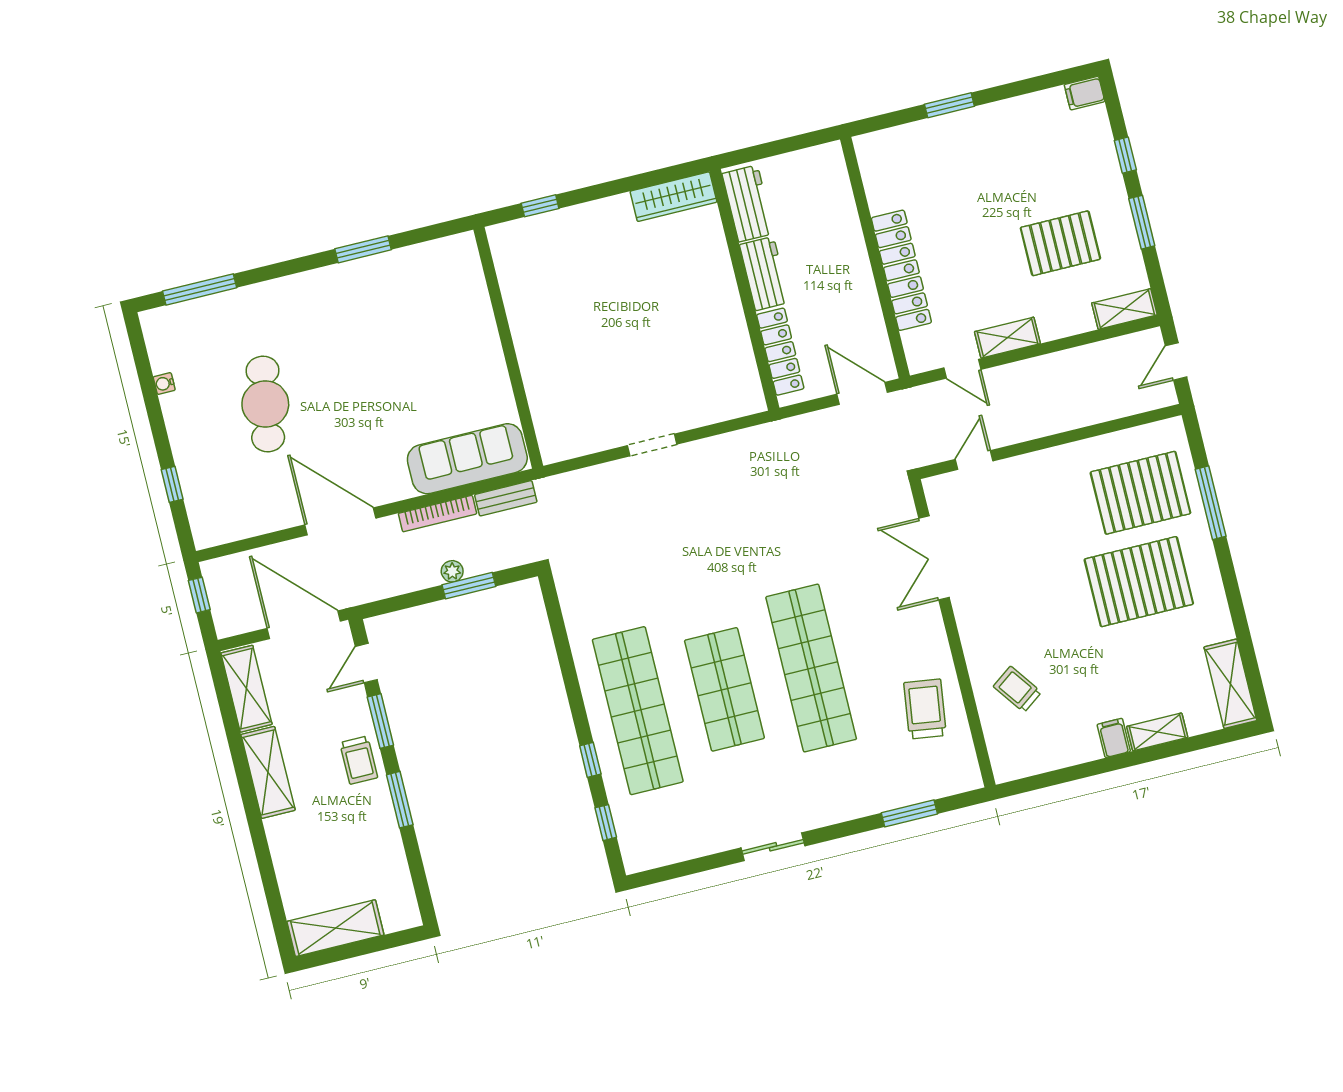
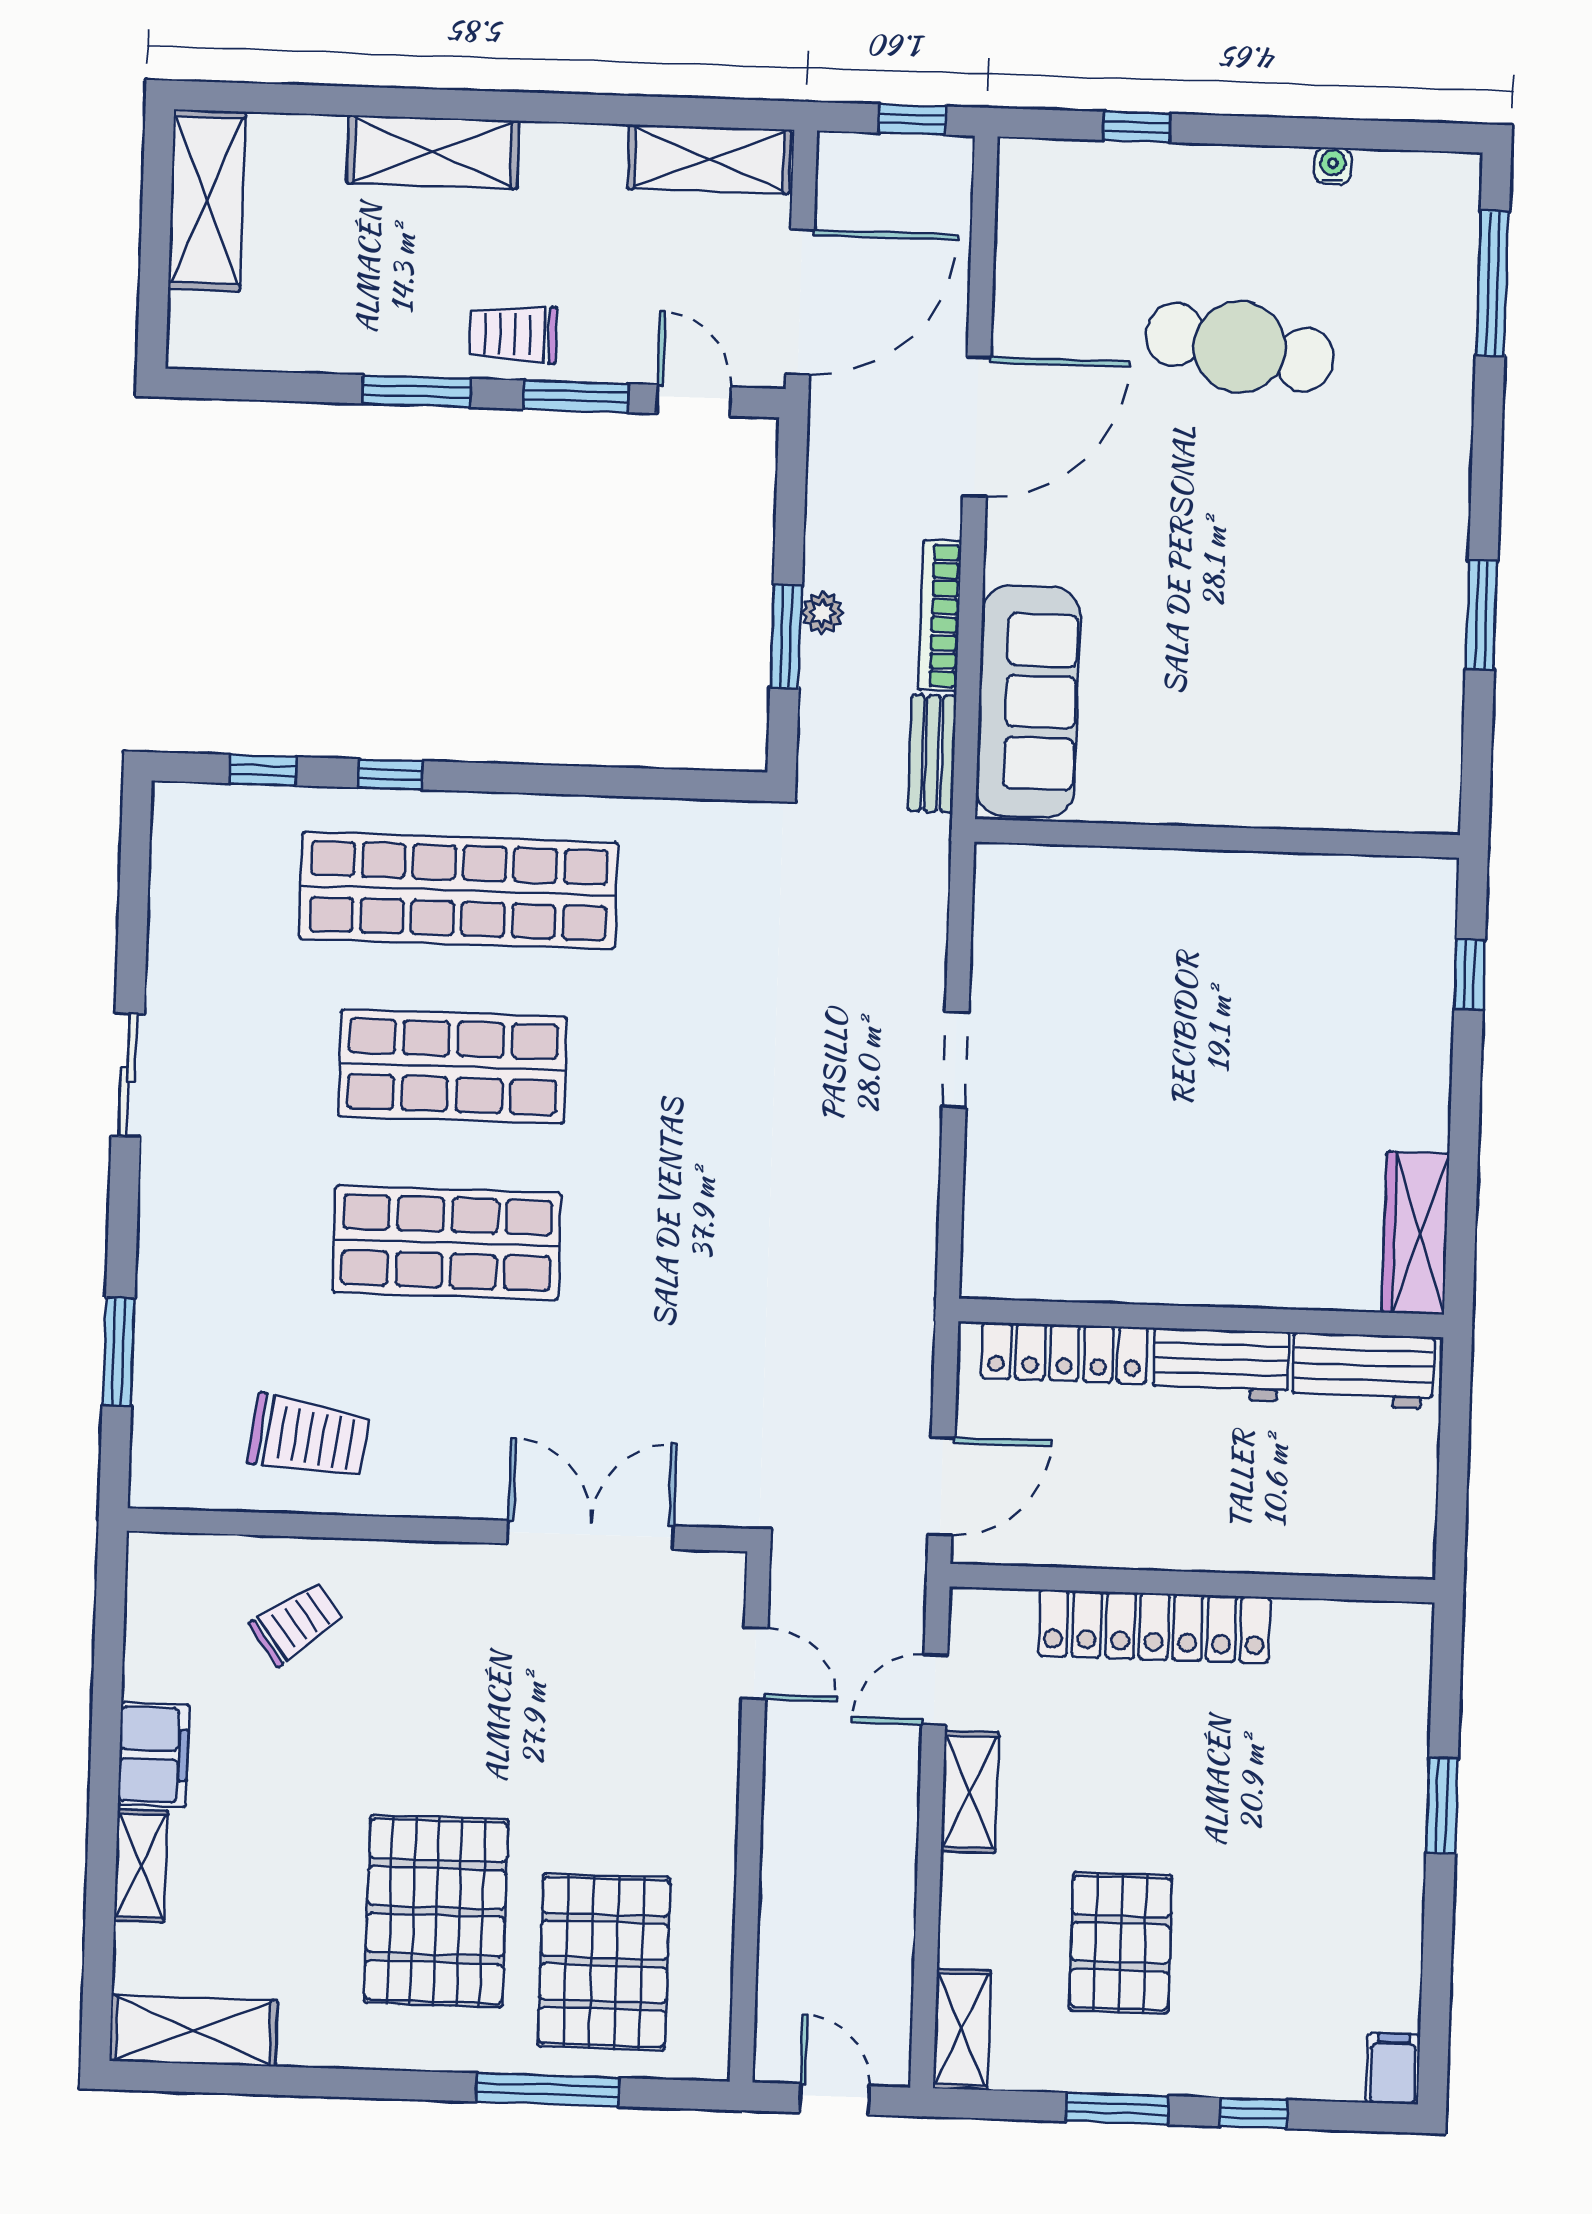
shop shelf: (811, 668) -> (447, 1243), width x0.71
filing cabinet: (1114, 738) -> (153, 1755), width x2.00
shelving: (268, 772) -> (433, 152), moved

